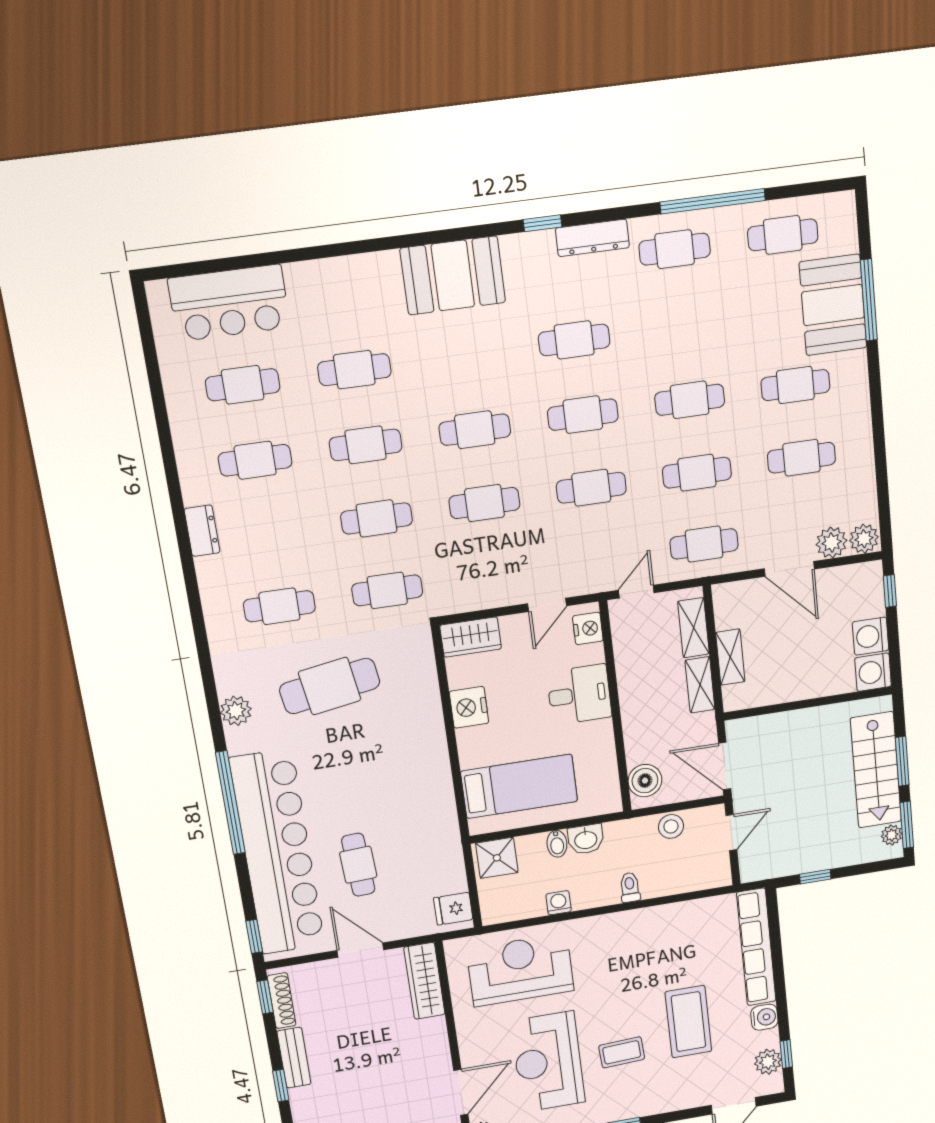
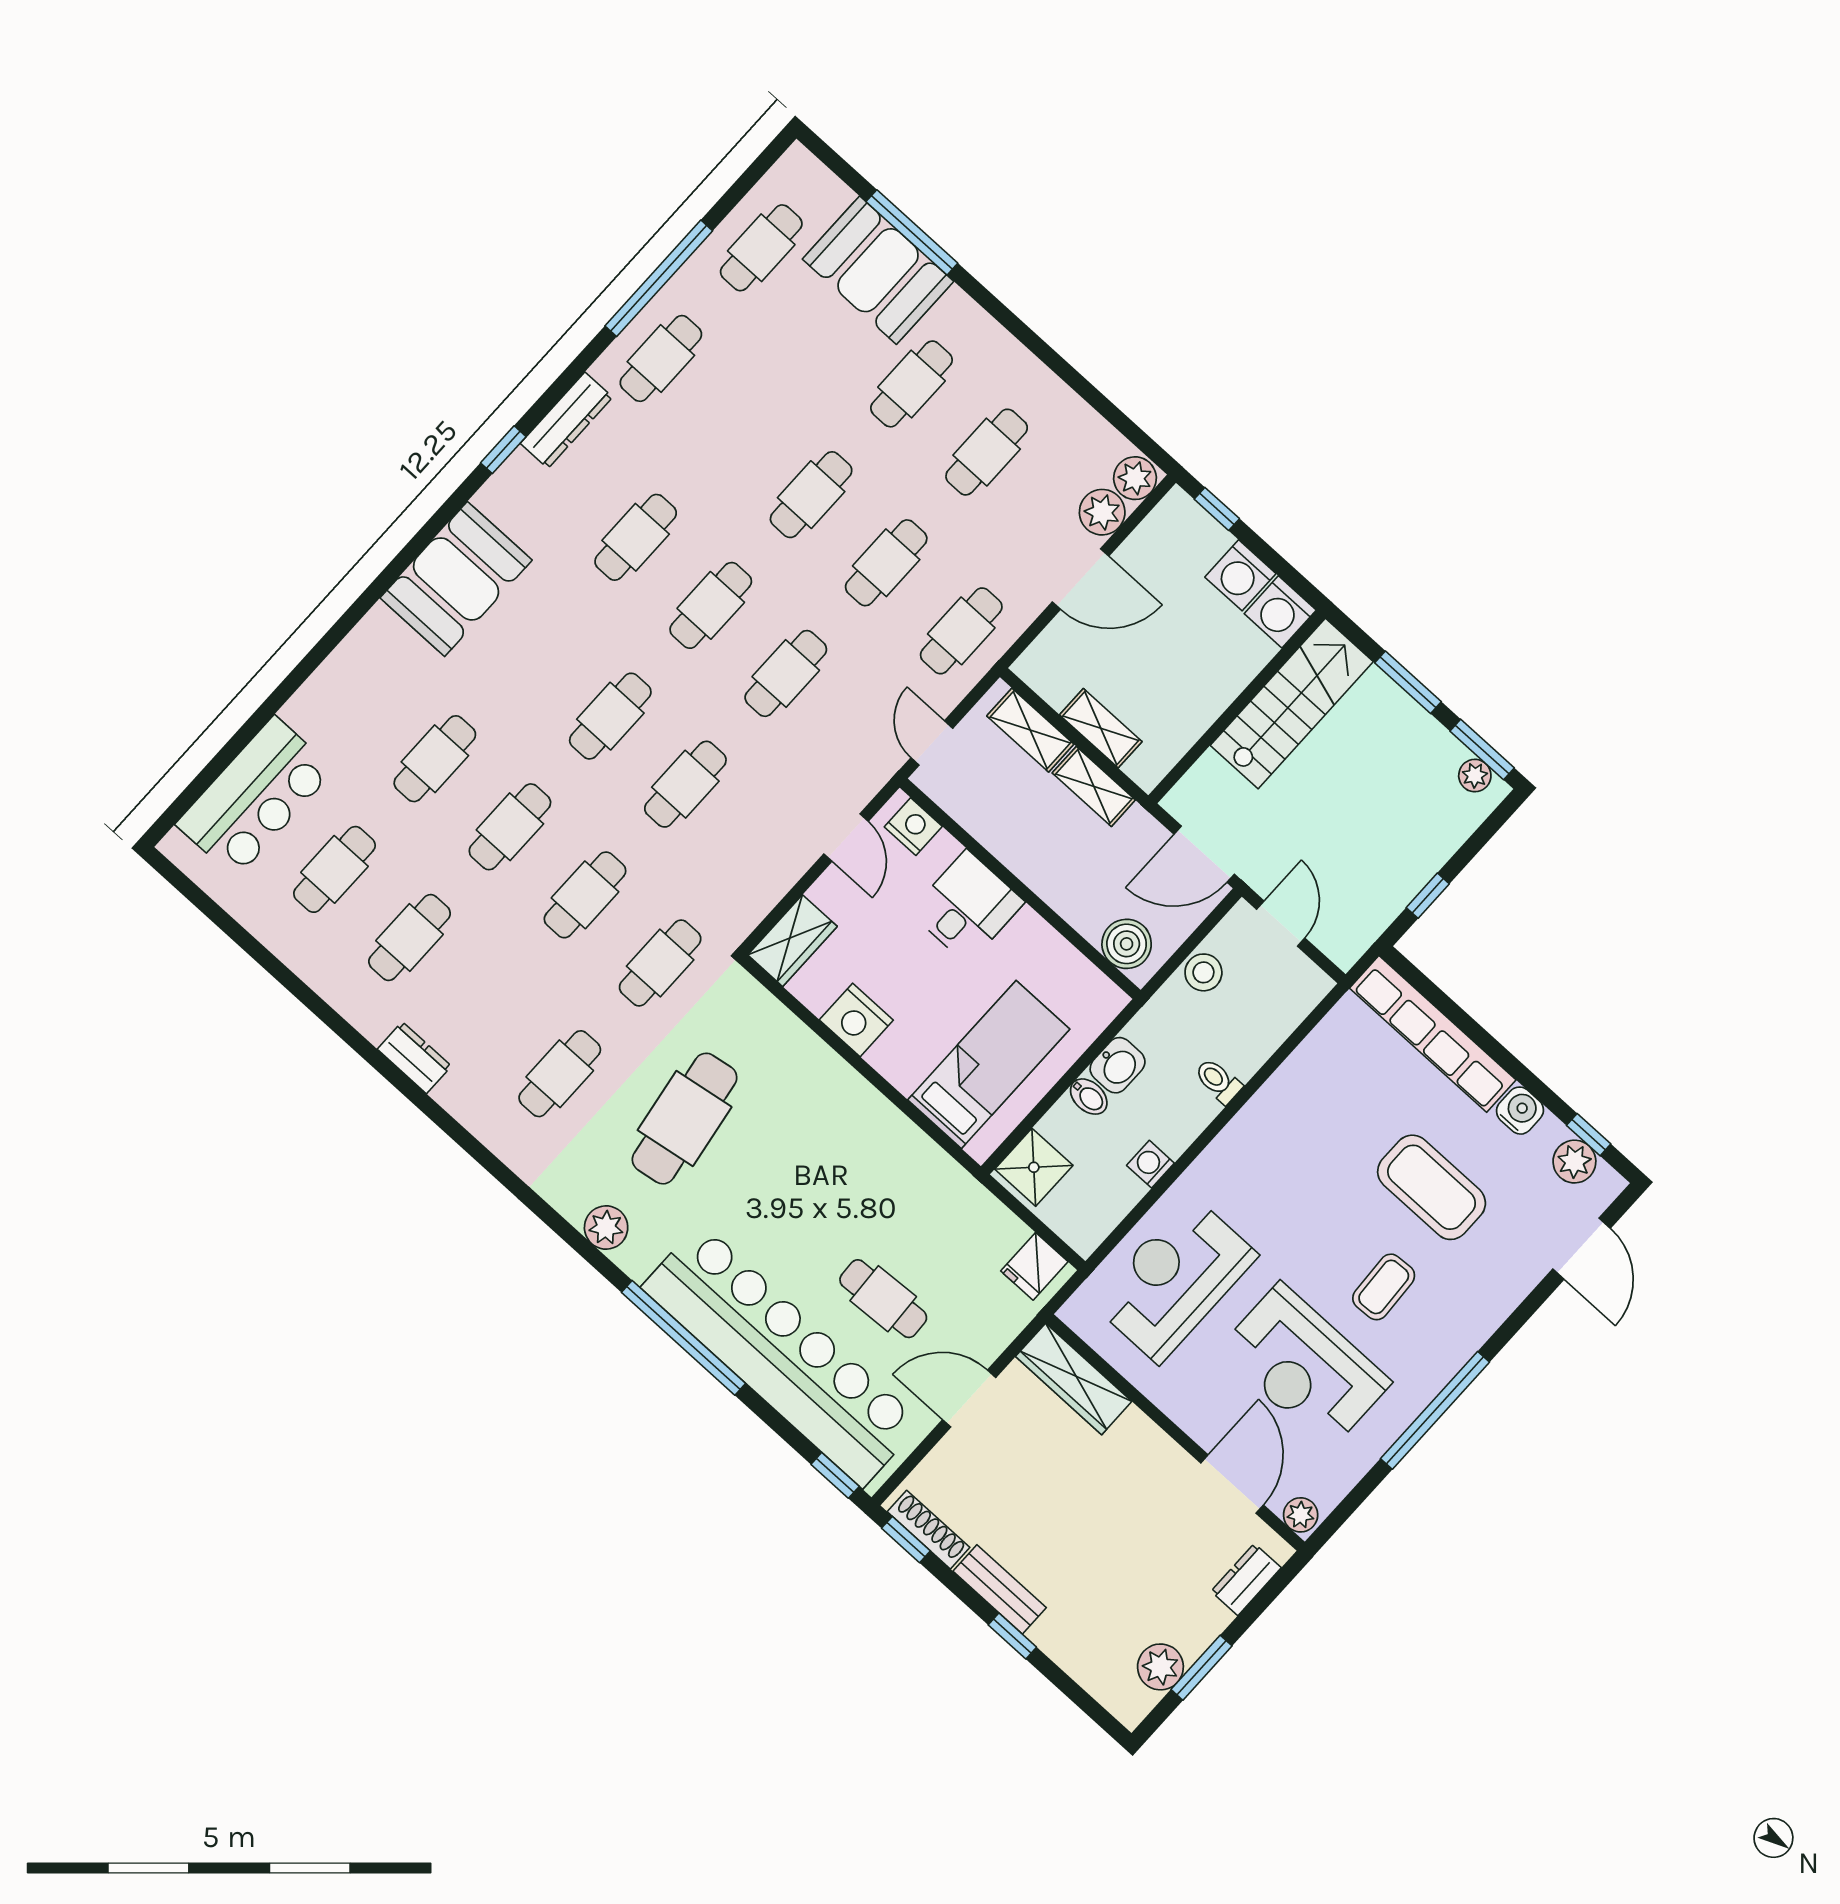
stairs: (876, 770) -> (1292, 704), moved, turned -90

